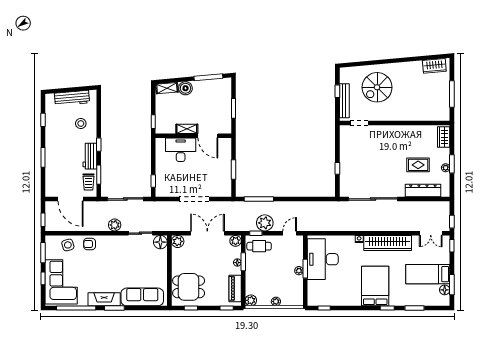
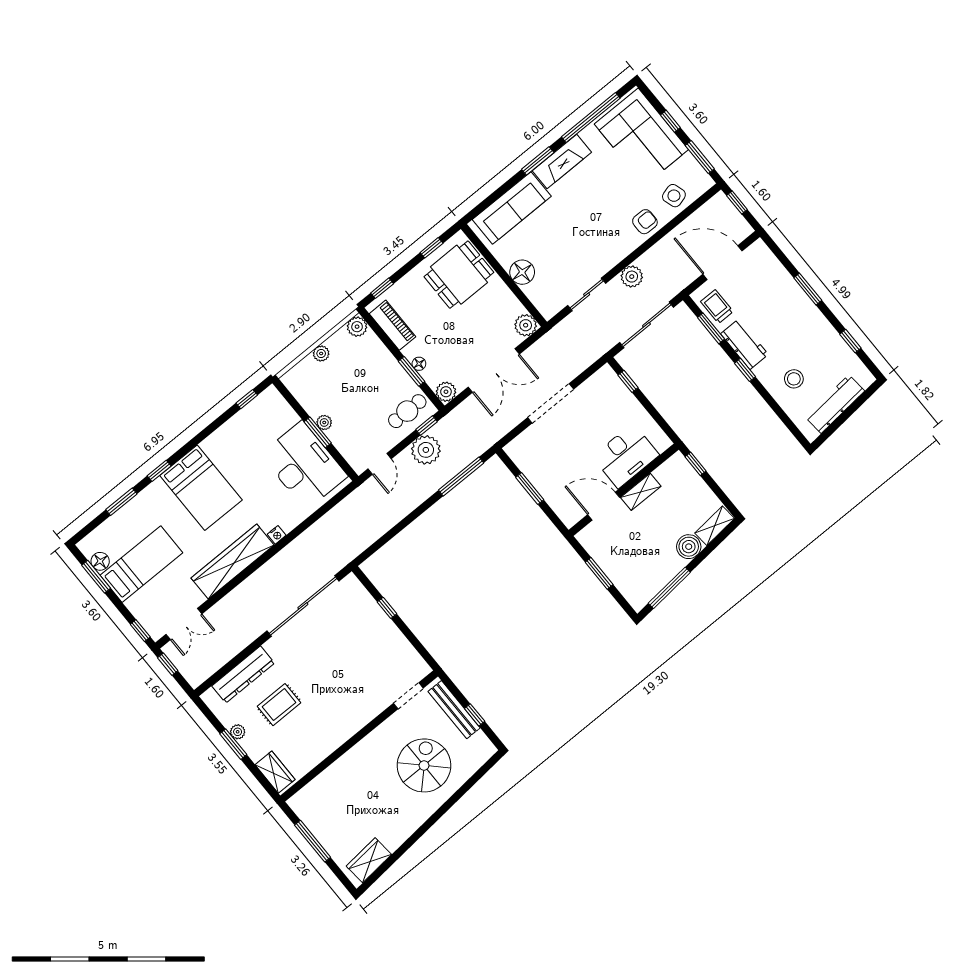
double door: (431, 233) -> (184, 624), swing flipped
floor lamp: (160, 242) -> (522, 272), moved

